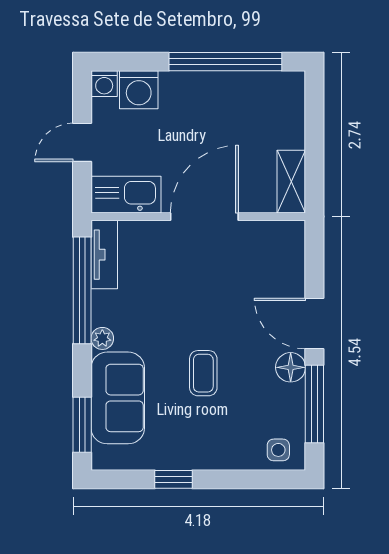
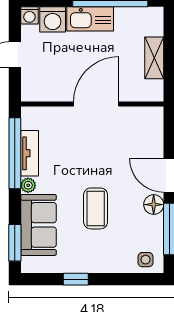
shelving: (291, 182) -> (154, 58), moved
kitchen sink: (126, 195) -> (90, 19), moved, turned 180
tv unit: (104, 255) -> (30, 153), moved
coffee table: (203, 373) -> (96, 208), width x1.36, depth x1.30

